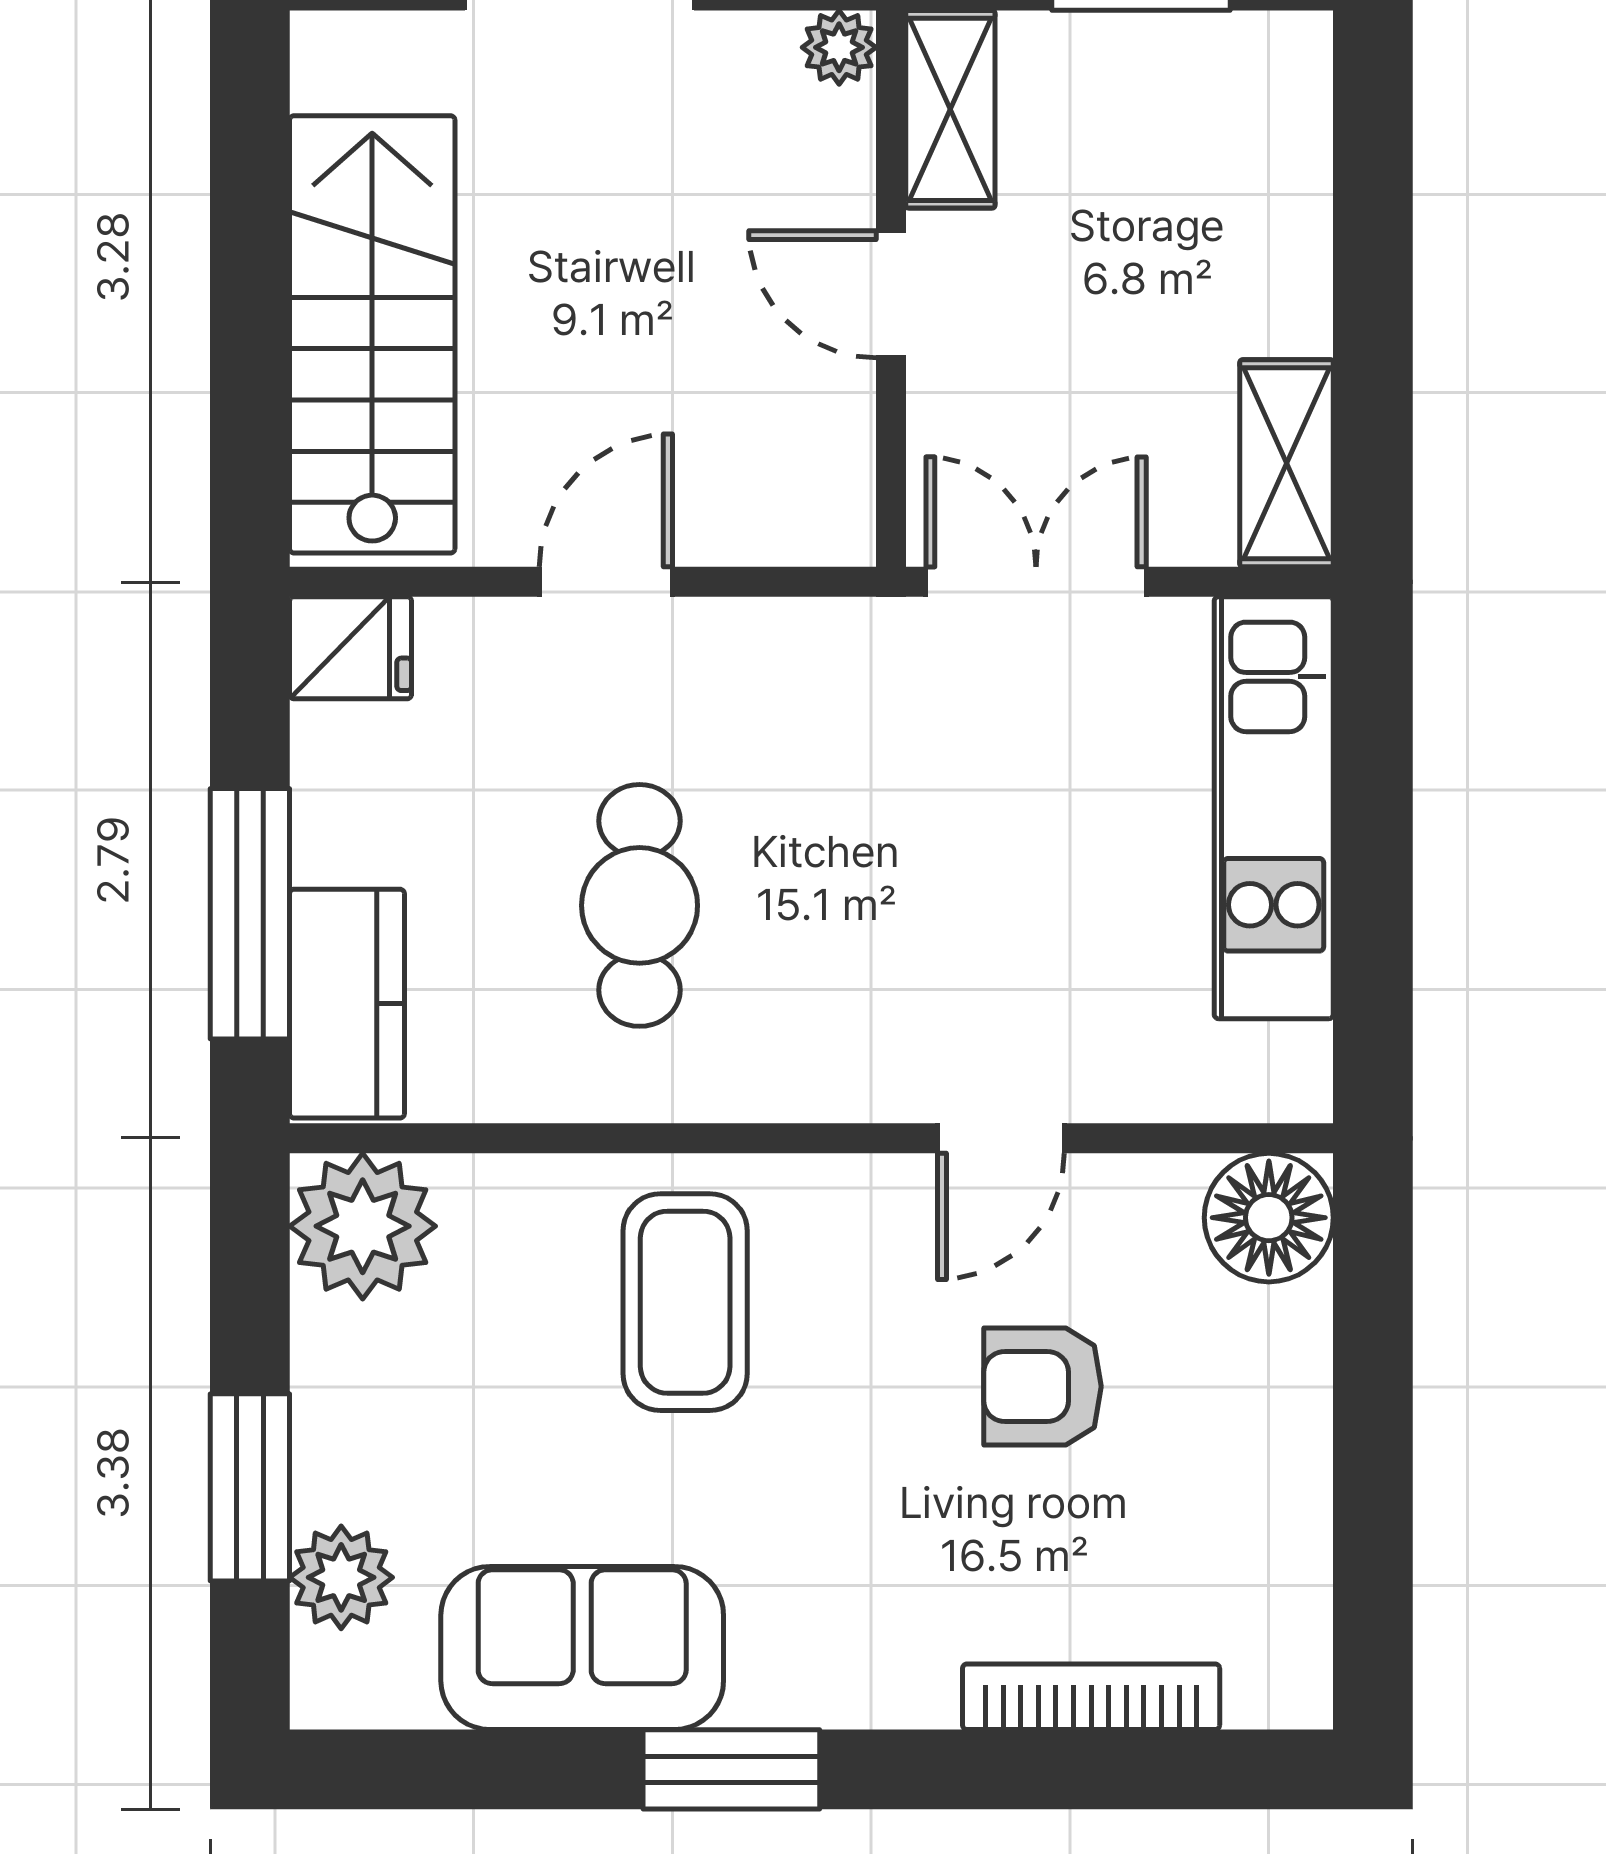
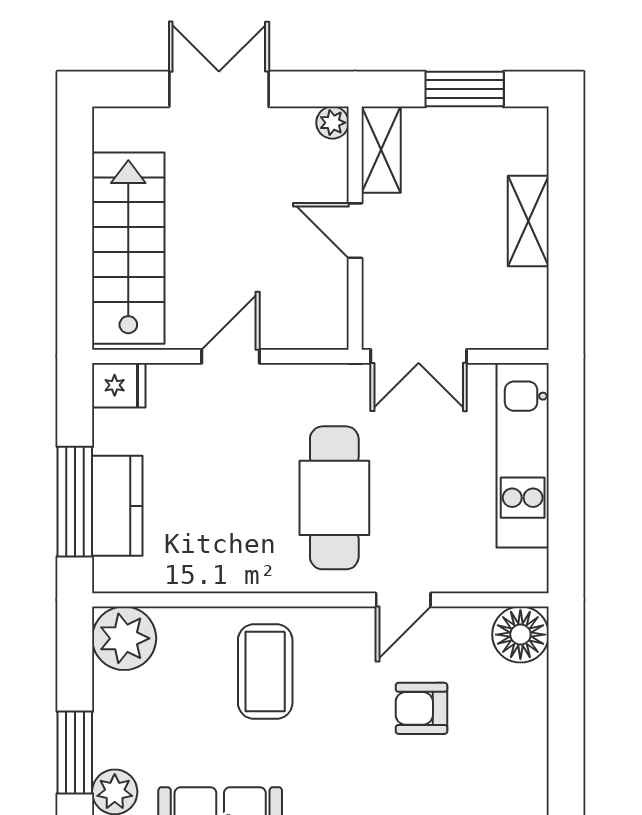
shelving: (1287, 463) -> (528, 221), moved
double door: (1036, 582) -> (419, 356), swing flipped
cafe table: (640, 905) -> (334, 498), moved, width x1.37, depth x1.35
kitchen counter: (347, 1004) -> (117, 506), moved

